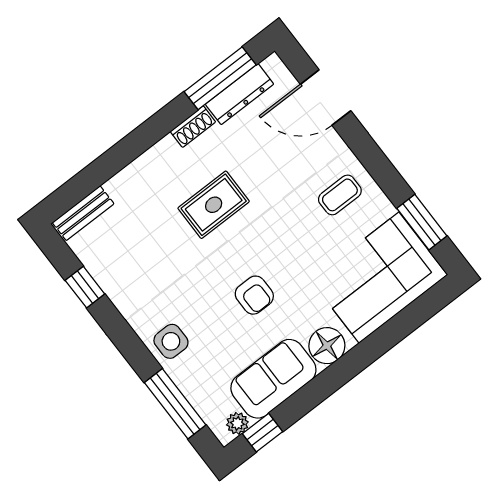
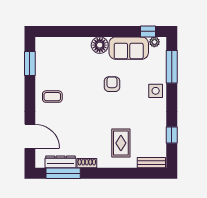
rug: (214, 205) -> (121, 143), moved, turned 90
corner sofa: (379, 278) -> (61, 55), removed

